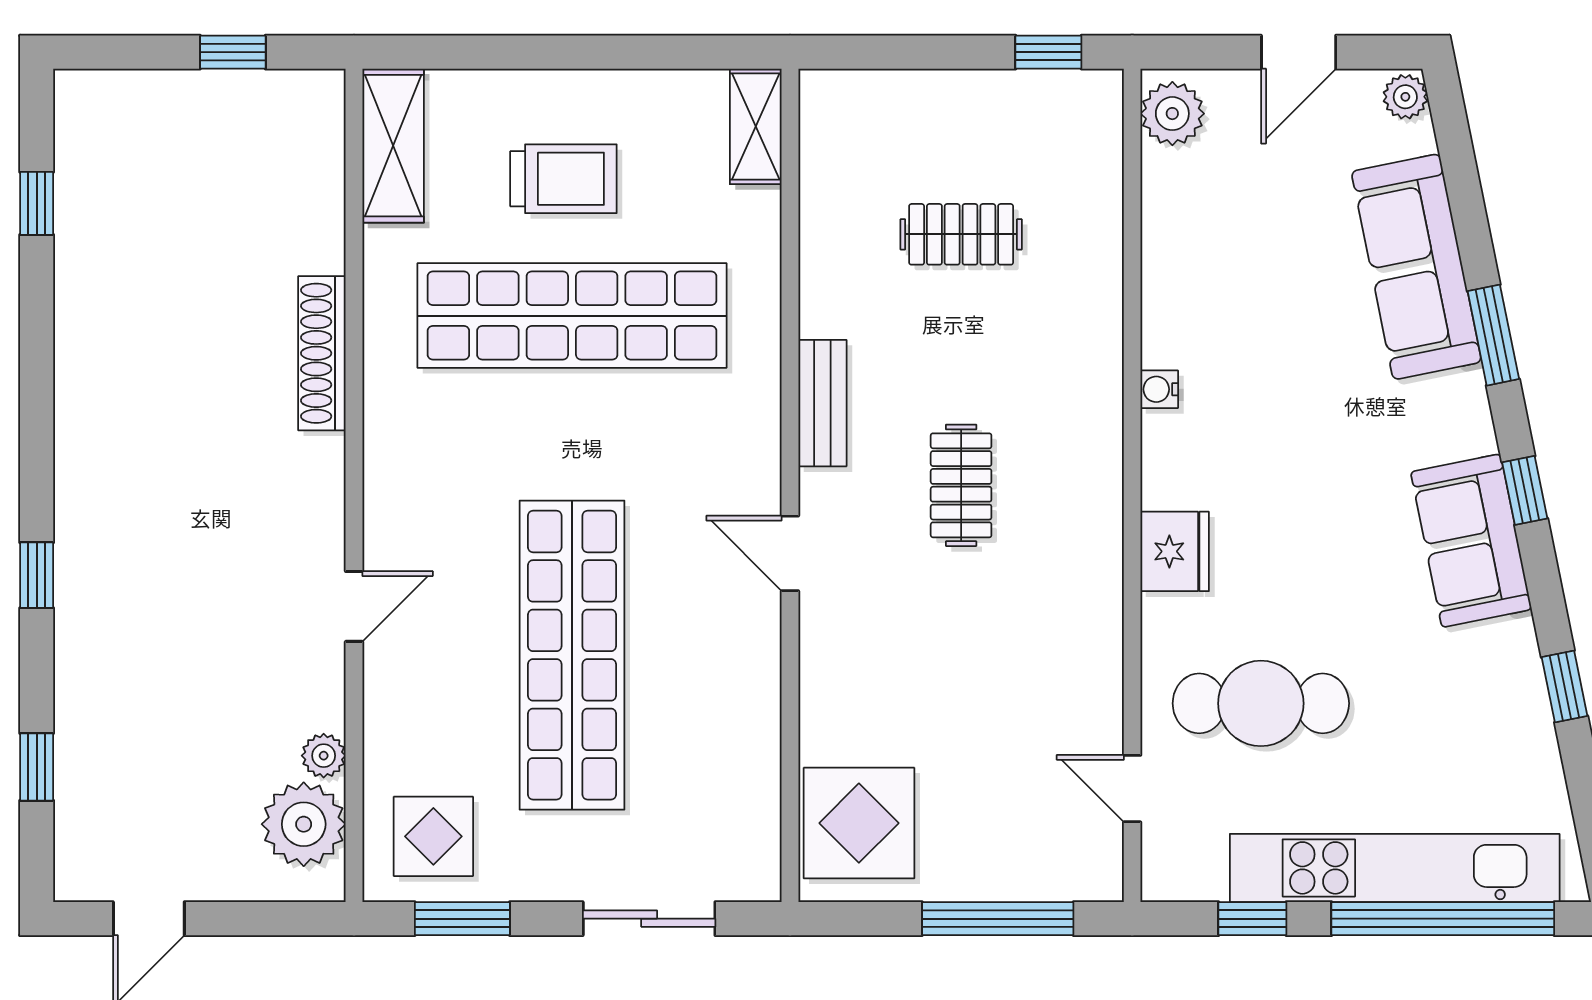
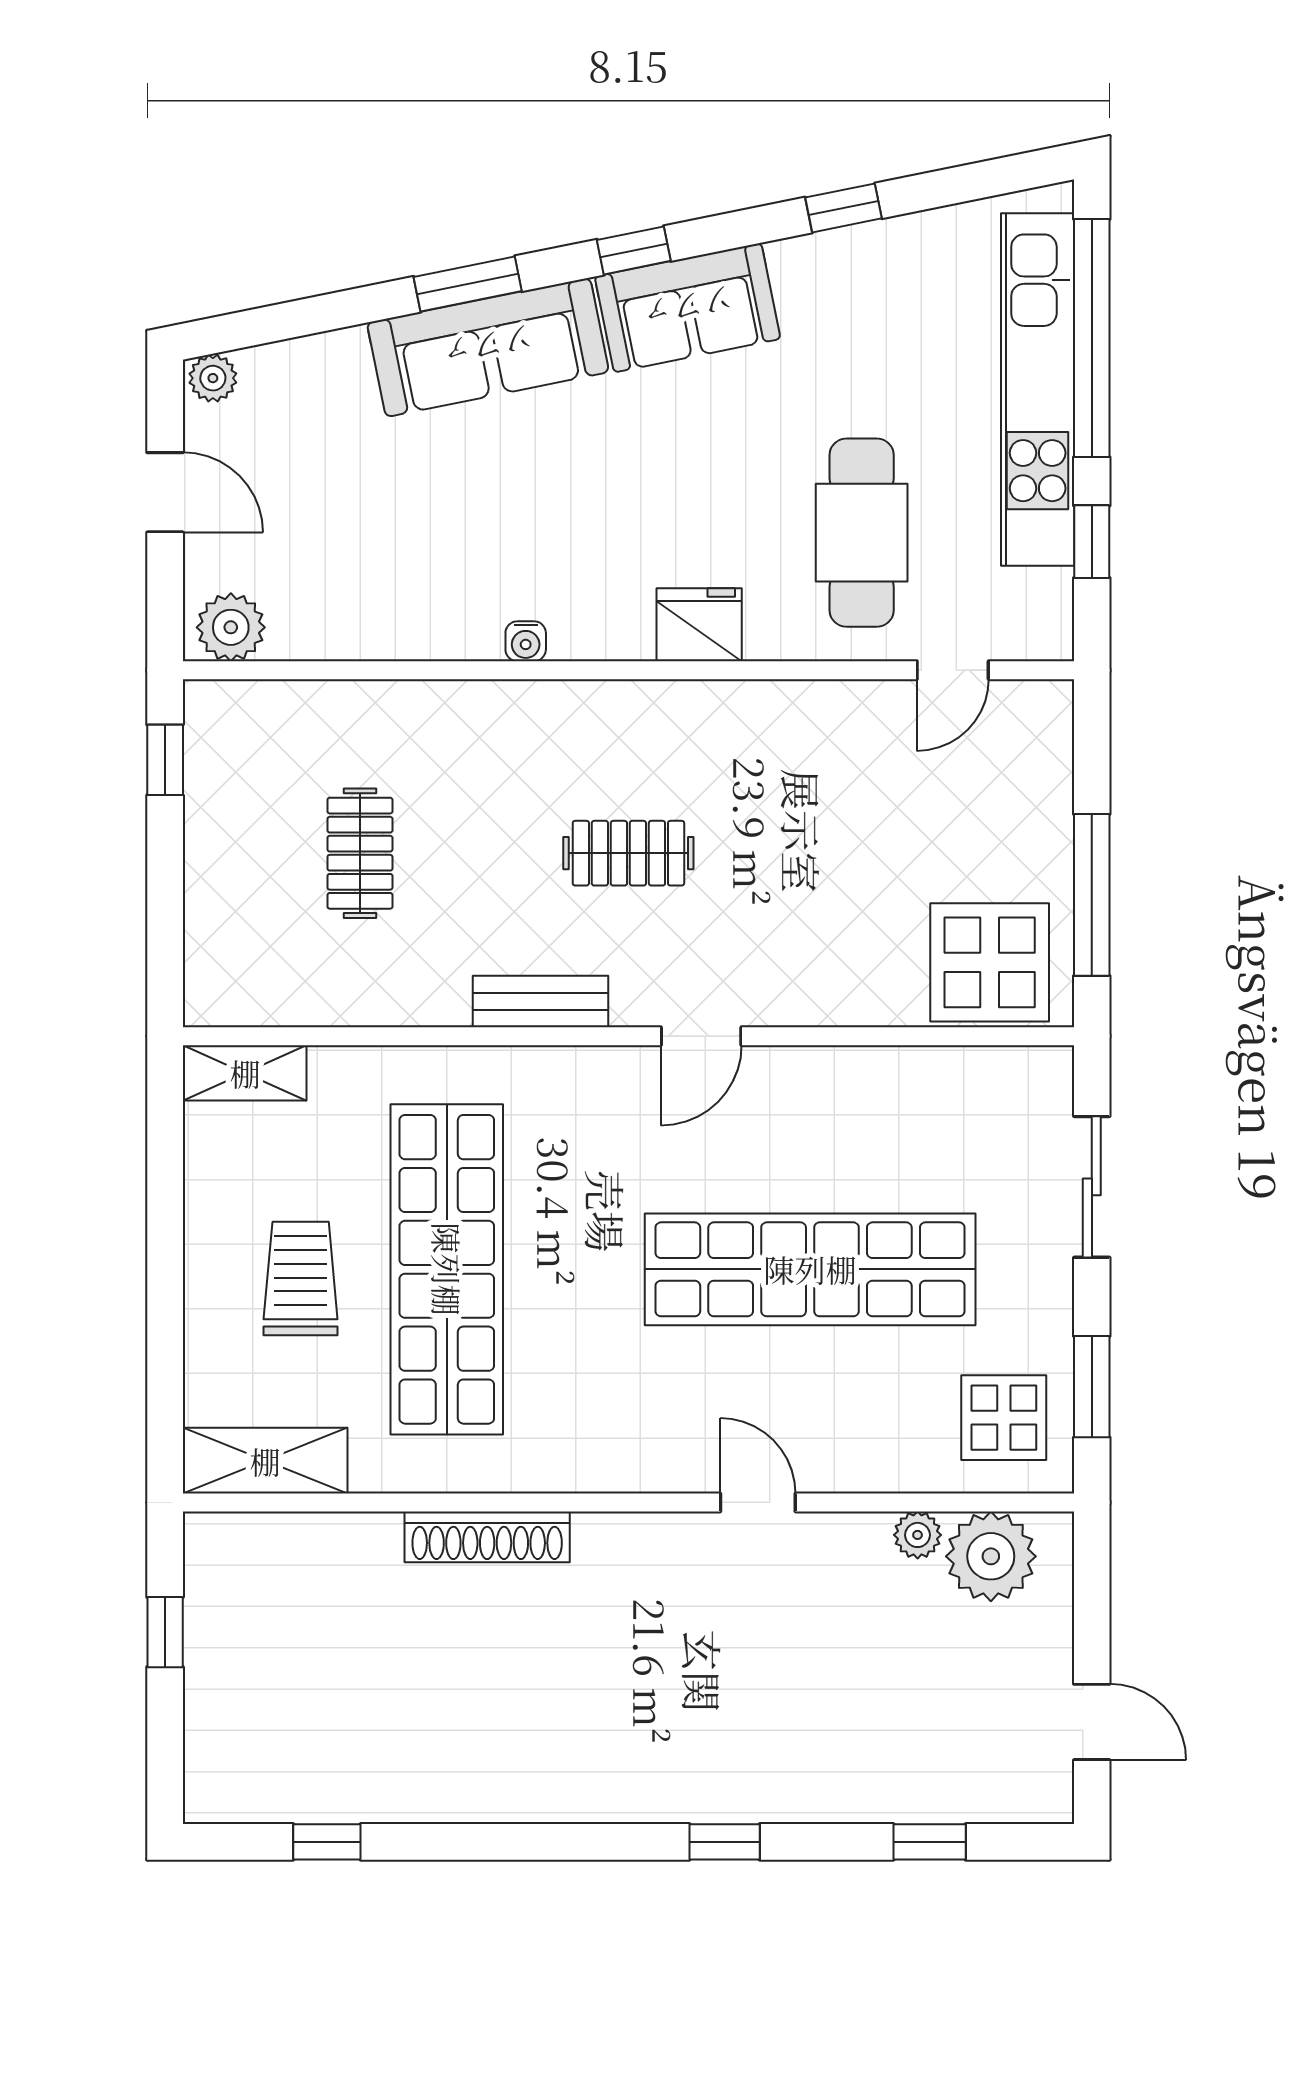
sofa: (1416, 267) -> (488, 347), moved
window: (998, 919) -> (1092, 895), moved

